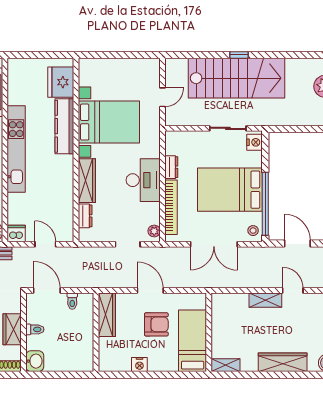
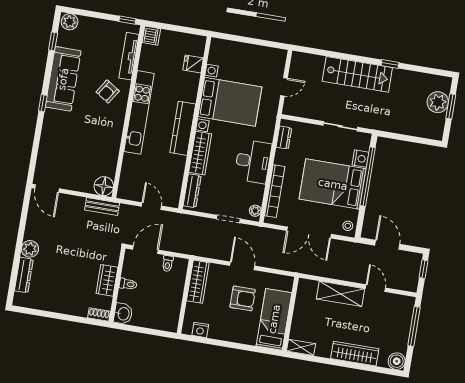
window: (239, 55) -> (390, 64), moved
stairs: (237, 78) -> (357, 74), width x0.73, depth x0.66
fridge: (61, 82) -> (193, 64), width x0.53, depth x0.75
kitchen counter: (64, 126) -> (183, 128), moved
nightstand: (255, 142) -> (360, 159), moved
dresser: (171, 167) -> (284, 138), moved
window: (265, 204) -> (368, 177), moved
dresser: (85, 216) -> (192, 191), width x1.44
dishwasher: (16, 234) -> (151, 36), moved, turned 90
door: (47, 291) -> (146, 250), hinge flipped
shelving: (265, 300) -> (341, 294), width x1.50, depth x1.33
nightstand: (139, 365) -> (200, 330), moved

